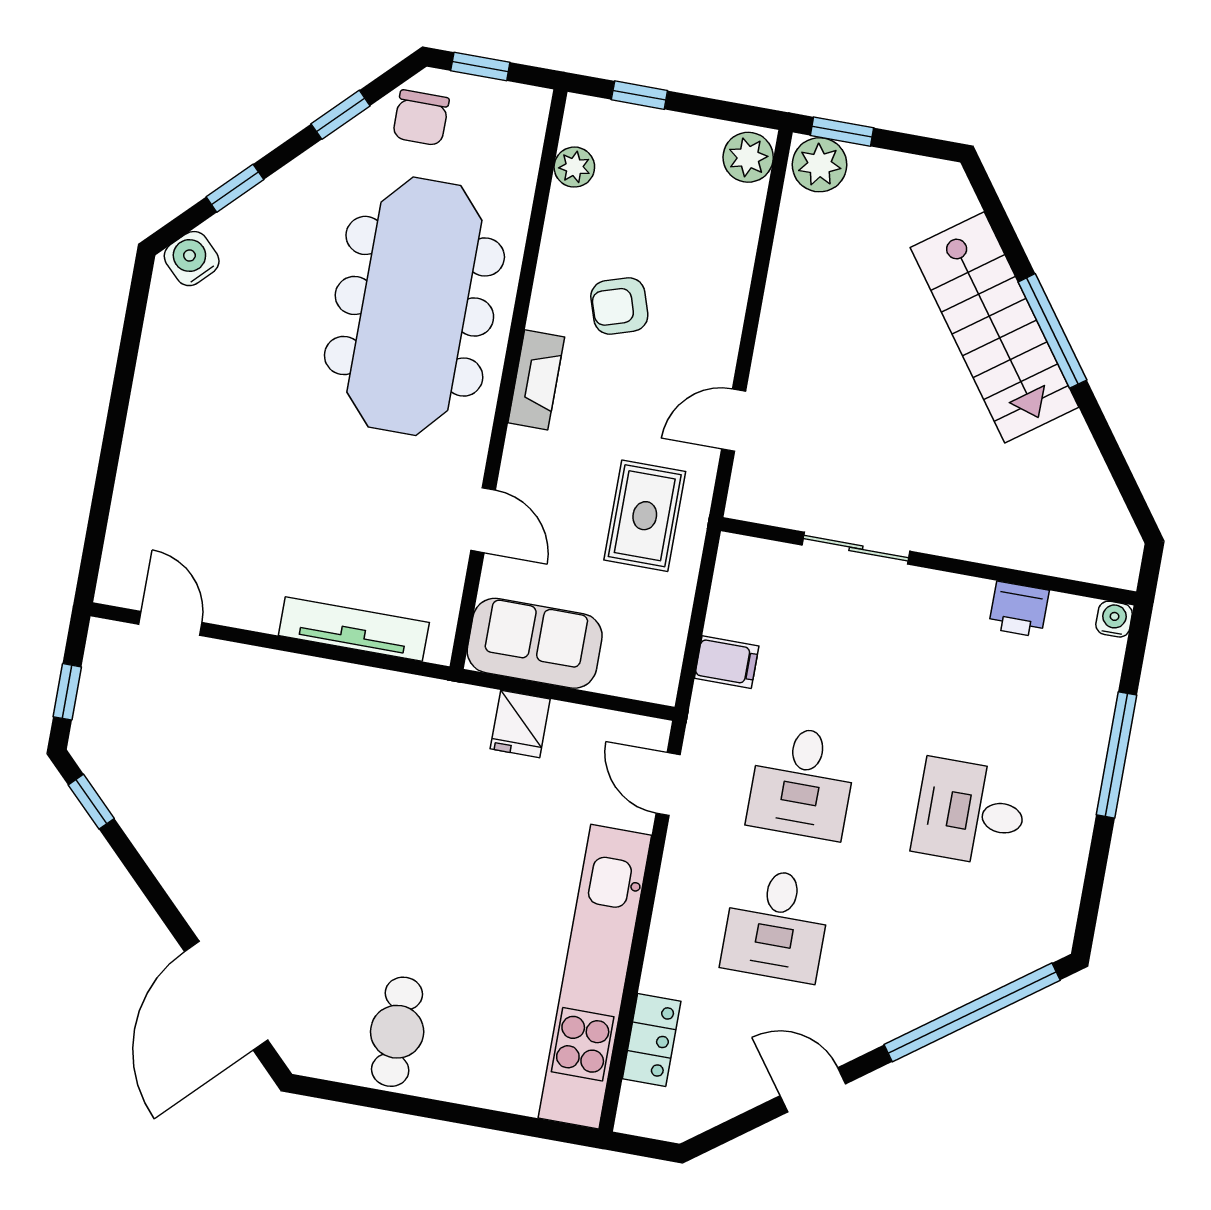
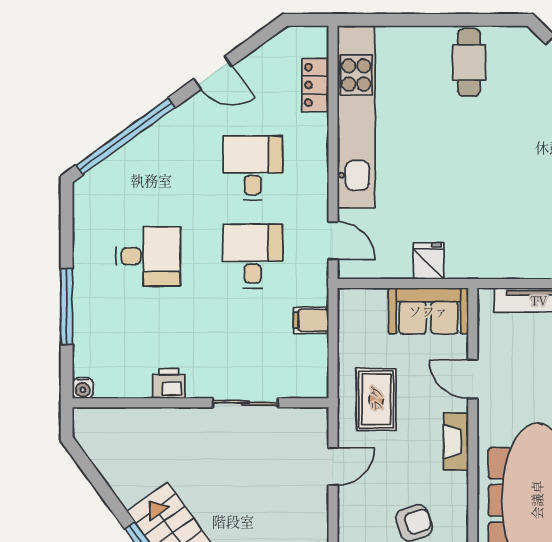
fireplace: (536, 380) -> (456, 442), moved
printer: (1019, 609) -> (169, 384), moved

